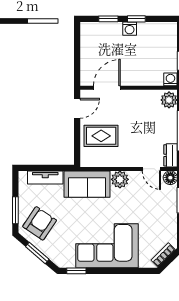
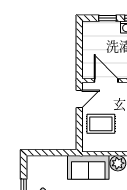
door: (107, 88) -> (106, 80), hinge flipped
tv unit: (45, 177) -> (51, 161), removed

